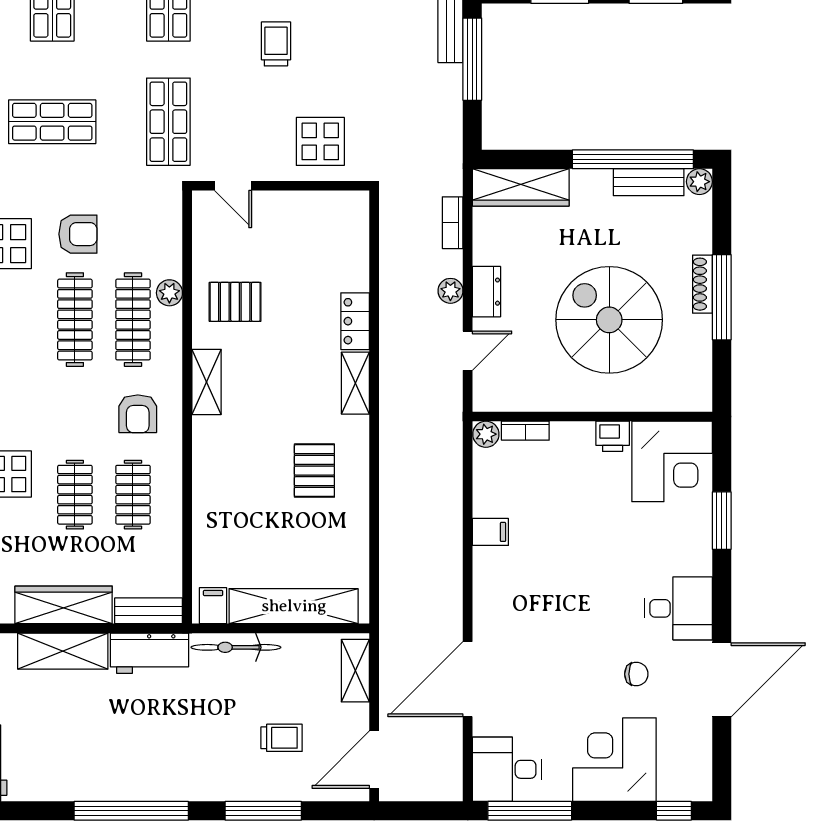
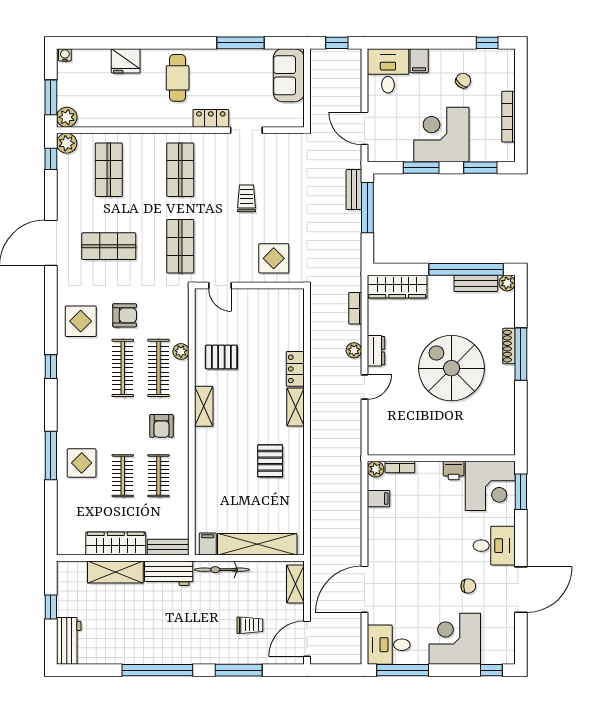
wall: (592, 416) -> (441, 458), moved
bookcase: (525, 431) -> (400, 467), moved
plant: (486, 434) -> (376, 469), moved
printer: (613, 436) -> (454, 470), moved
corner desk: (672, 461) -> (490, 486), moved

